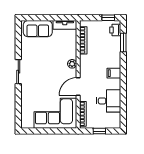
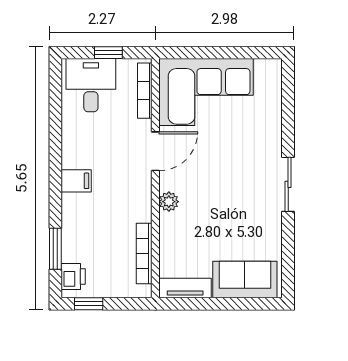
desk: (109, 101) -> (91, 85), moved, turned 90

